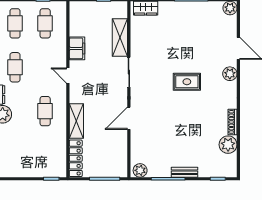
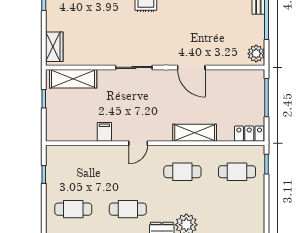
cafe table: (45, 23) -> (237, 172), moved
shelving: (120, 37) -> (73, 79), moved
filing cabinet: (77, 48) -> (104, 132), width x0.50
locker: (76, 158) -> (249, 134), width x0.66

